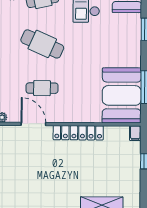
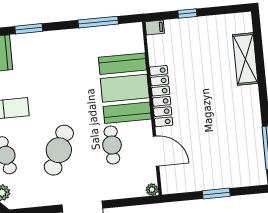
booth: (122, 95) -> (125, 88), moved, turned 90
door: (33, 124) -> (156, 151), swing flipped

